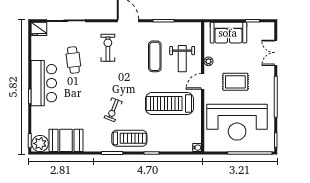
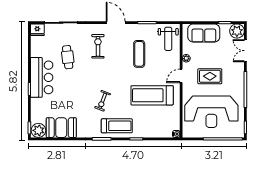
plant: (266, 30) -> (237, 31), added
weight bench: (182, 59) -> (168, 39), moved

